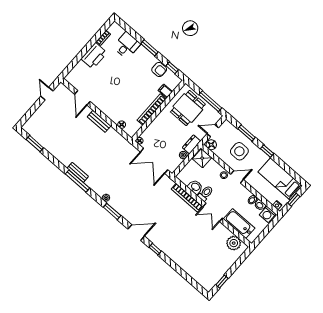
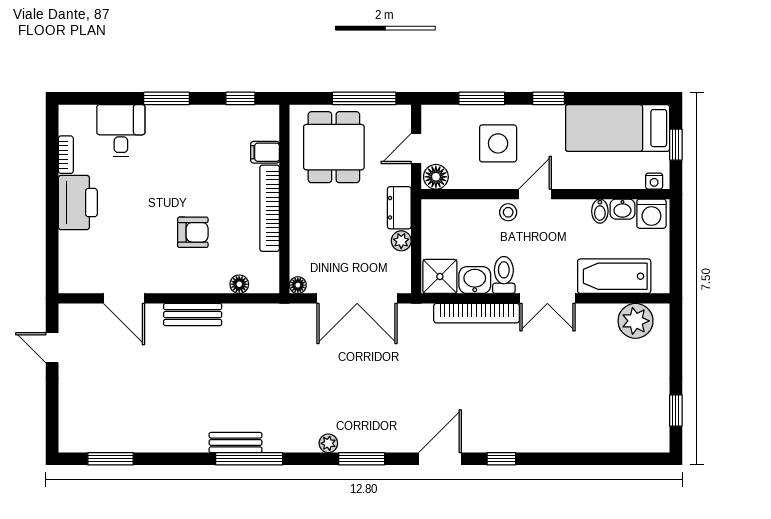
armchair: (159, 70) -> (193, 232), moved
shower: (202, 158) -> (440, 276), moved

